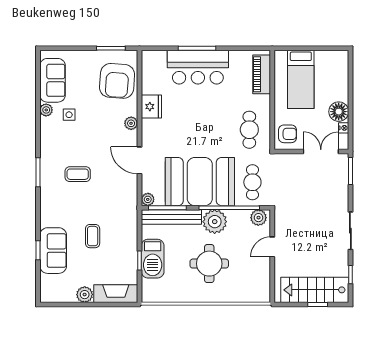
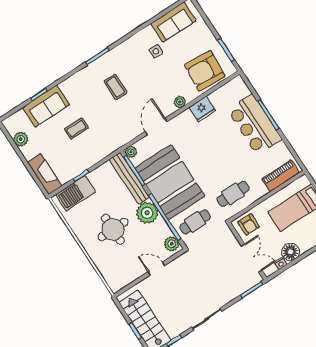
plant: (46, 110) -> (148, 32), removed
barbecue: (153, 259) -> (75, 193), moved
plant: (85, 295) -> (21, 139), moved

